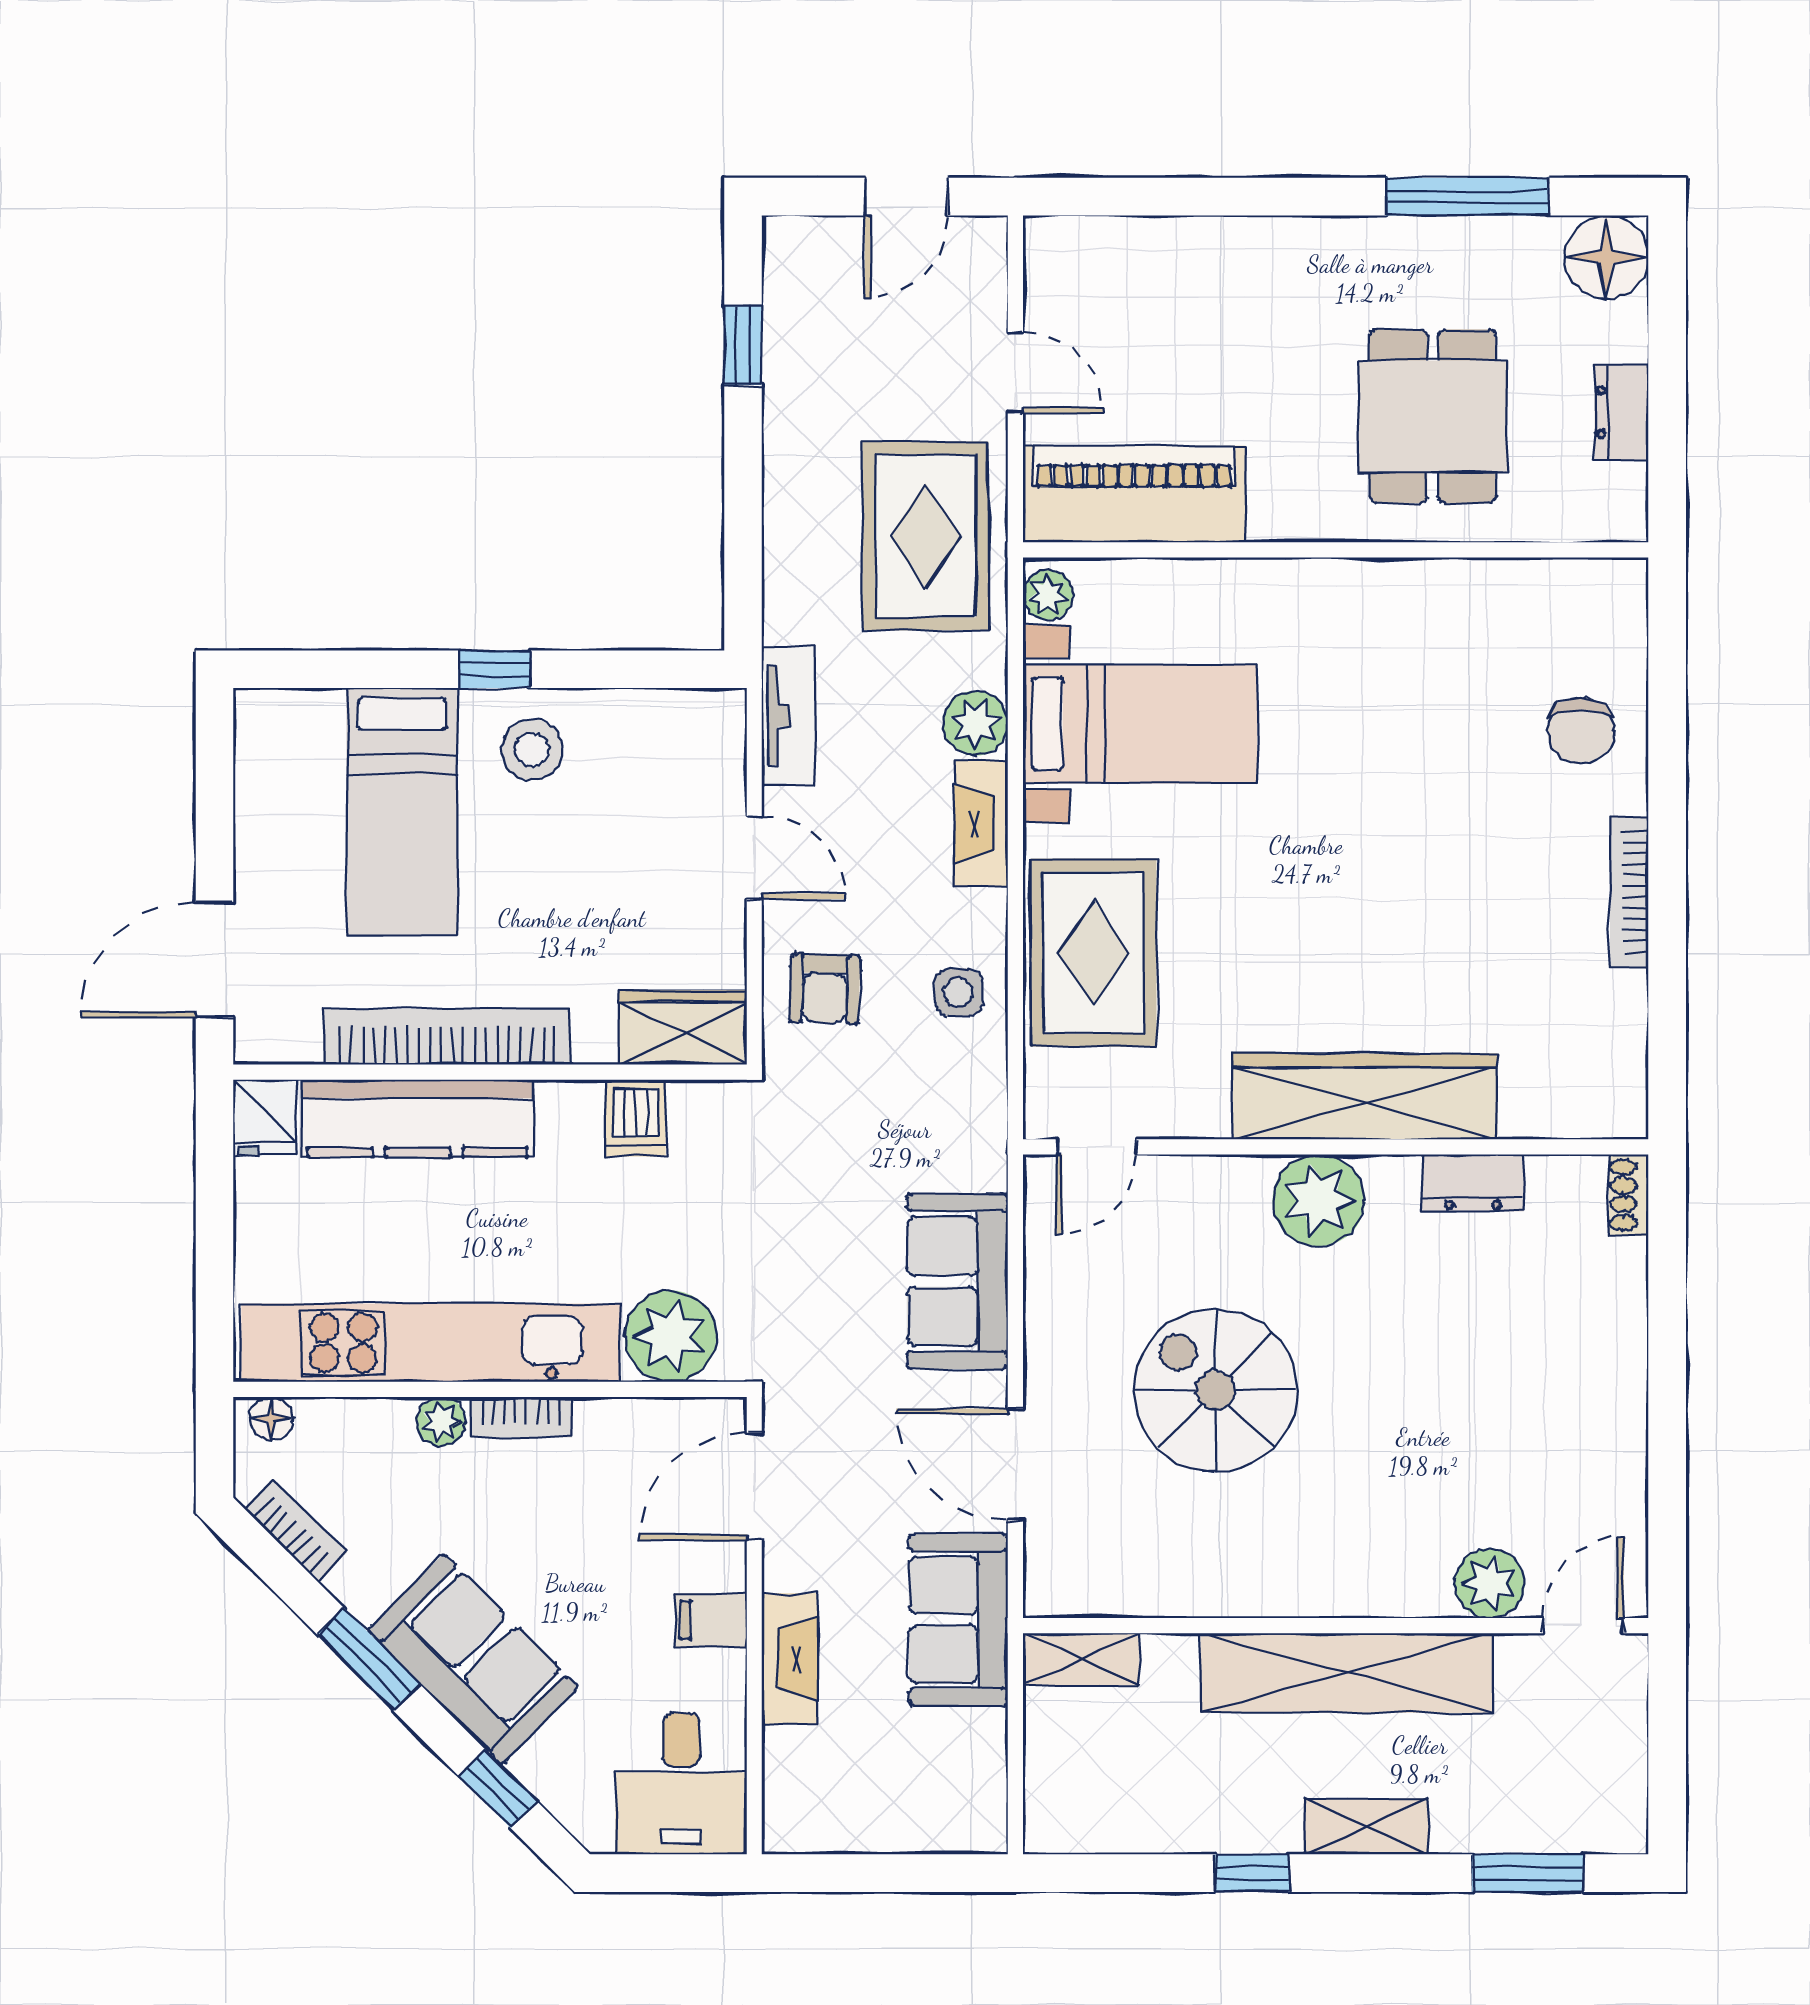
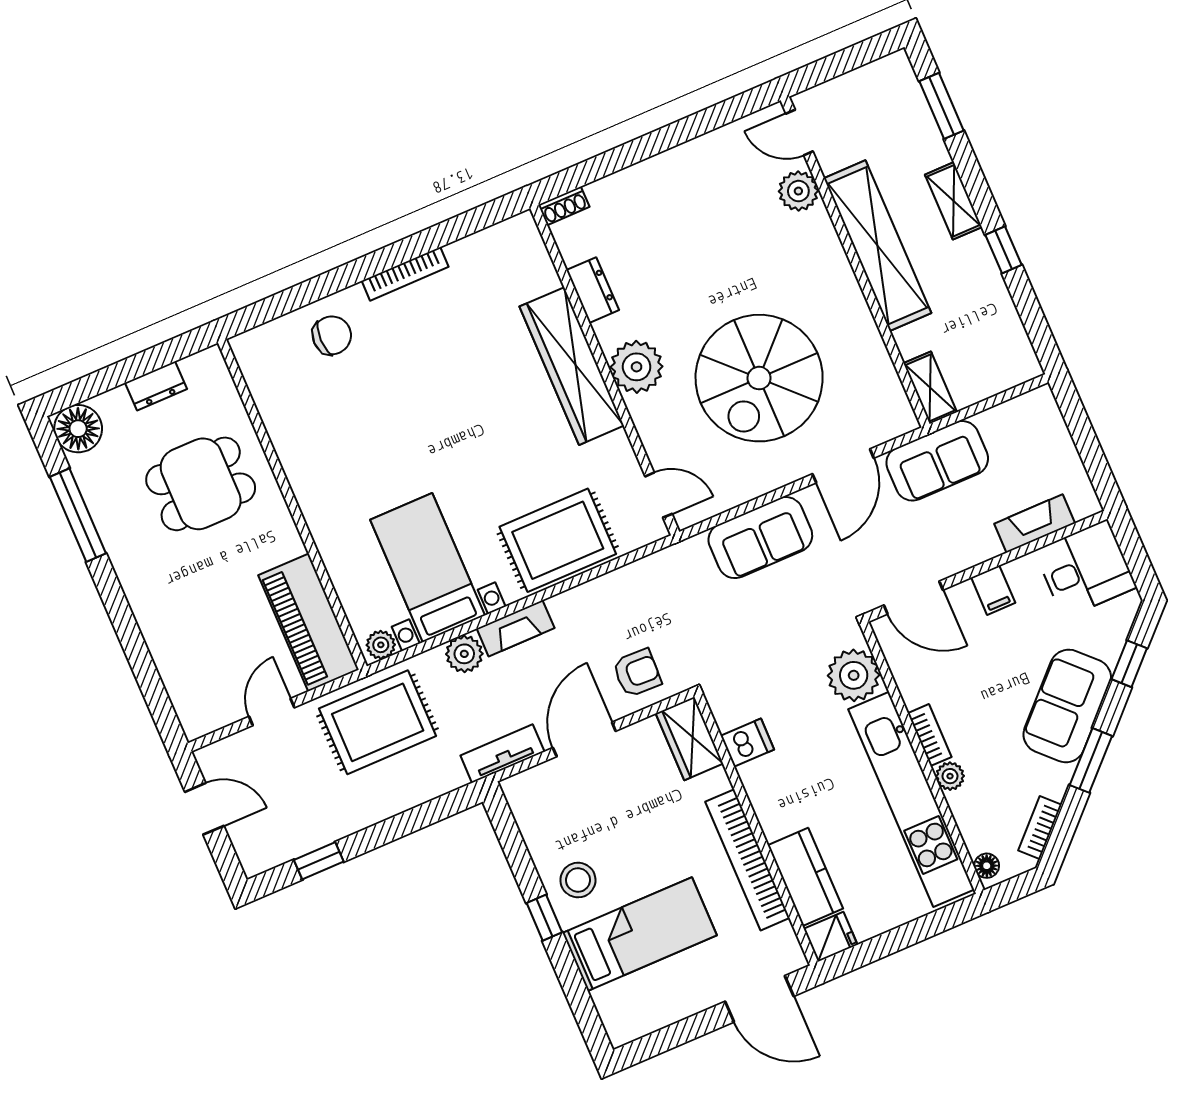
door: (754, 857) -> (584, 739), width x1.38
side table: (959, 992) -> (609, 602), removed
kitchen counter: (418, 1118) -> (805, 877), width x0.67
spiral stairs: (1215, 1390) -> (759, 378), width x1.37, depth x1.37
fireplace: (790, 1659) -> (1035, 523), moved

